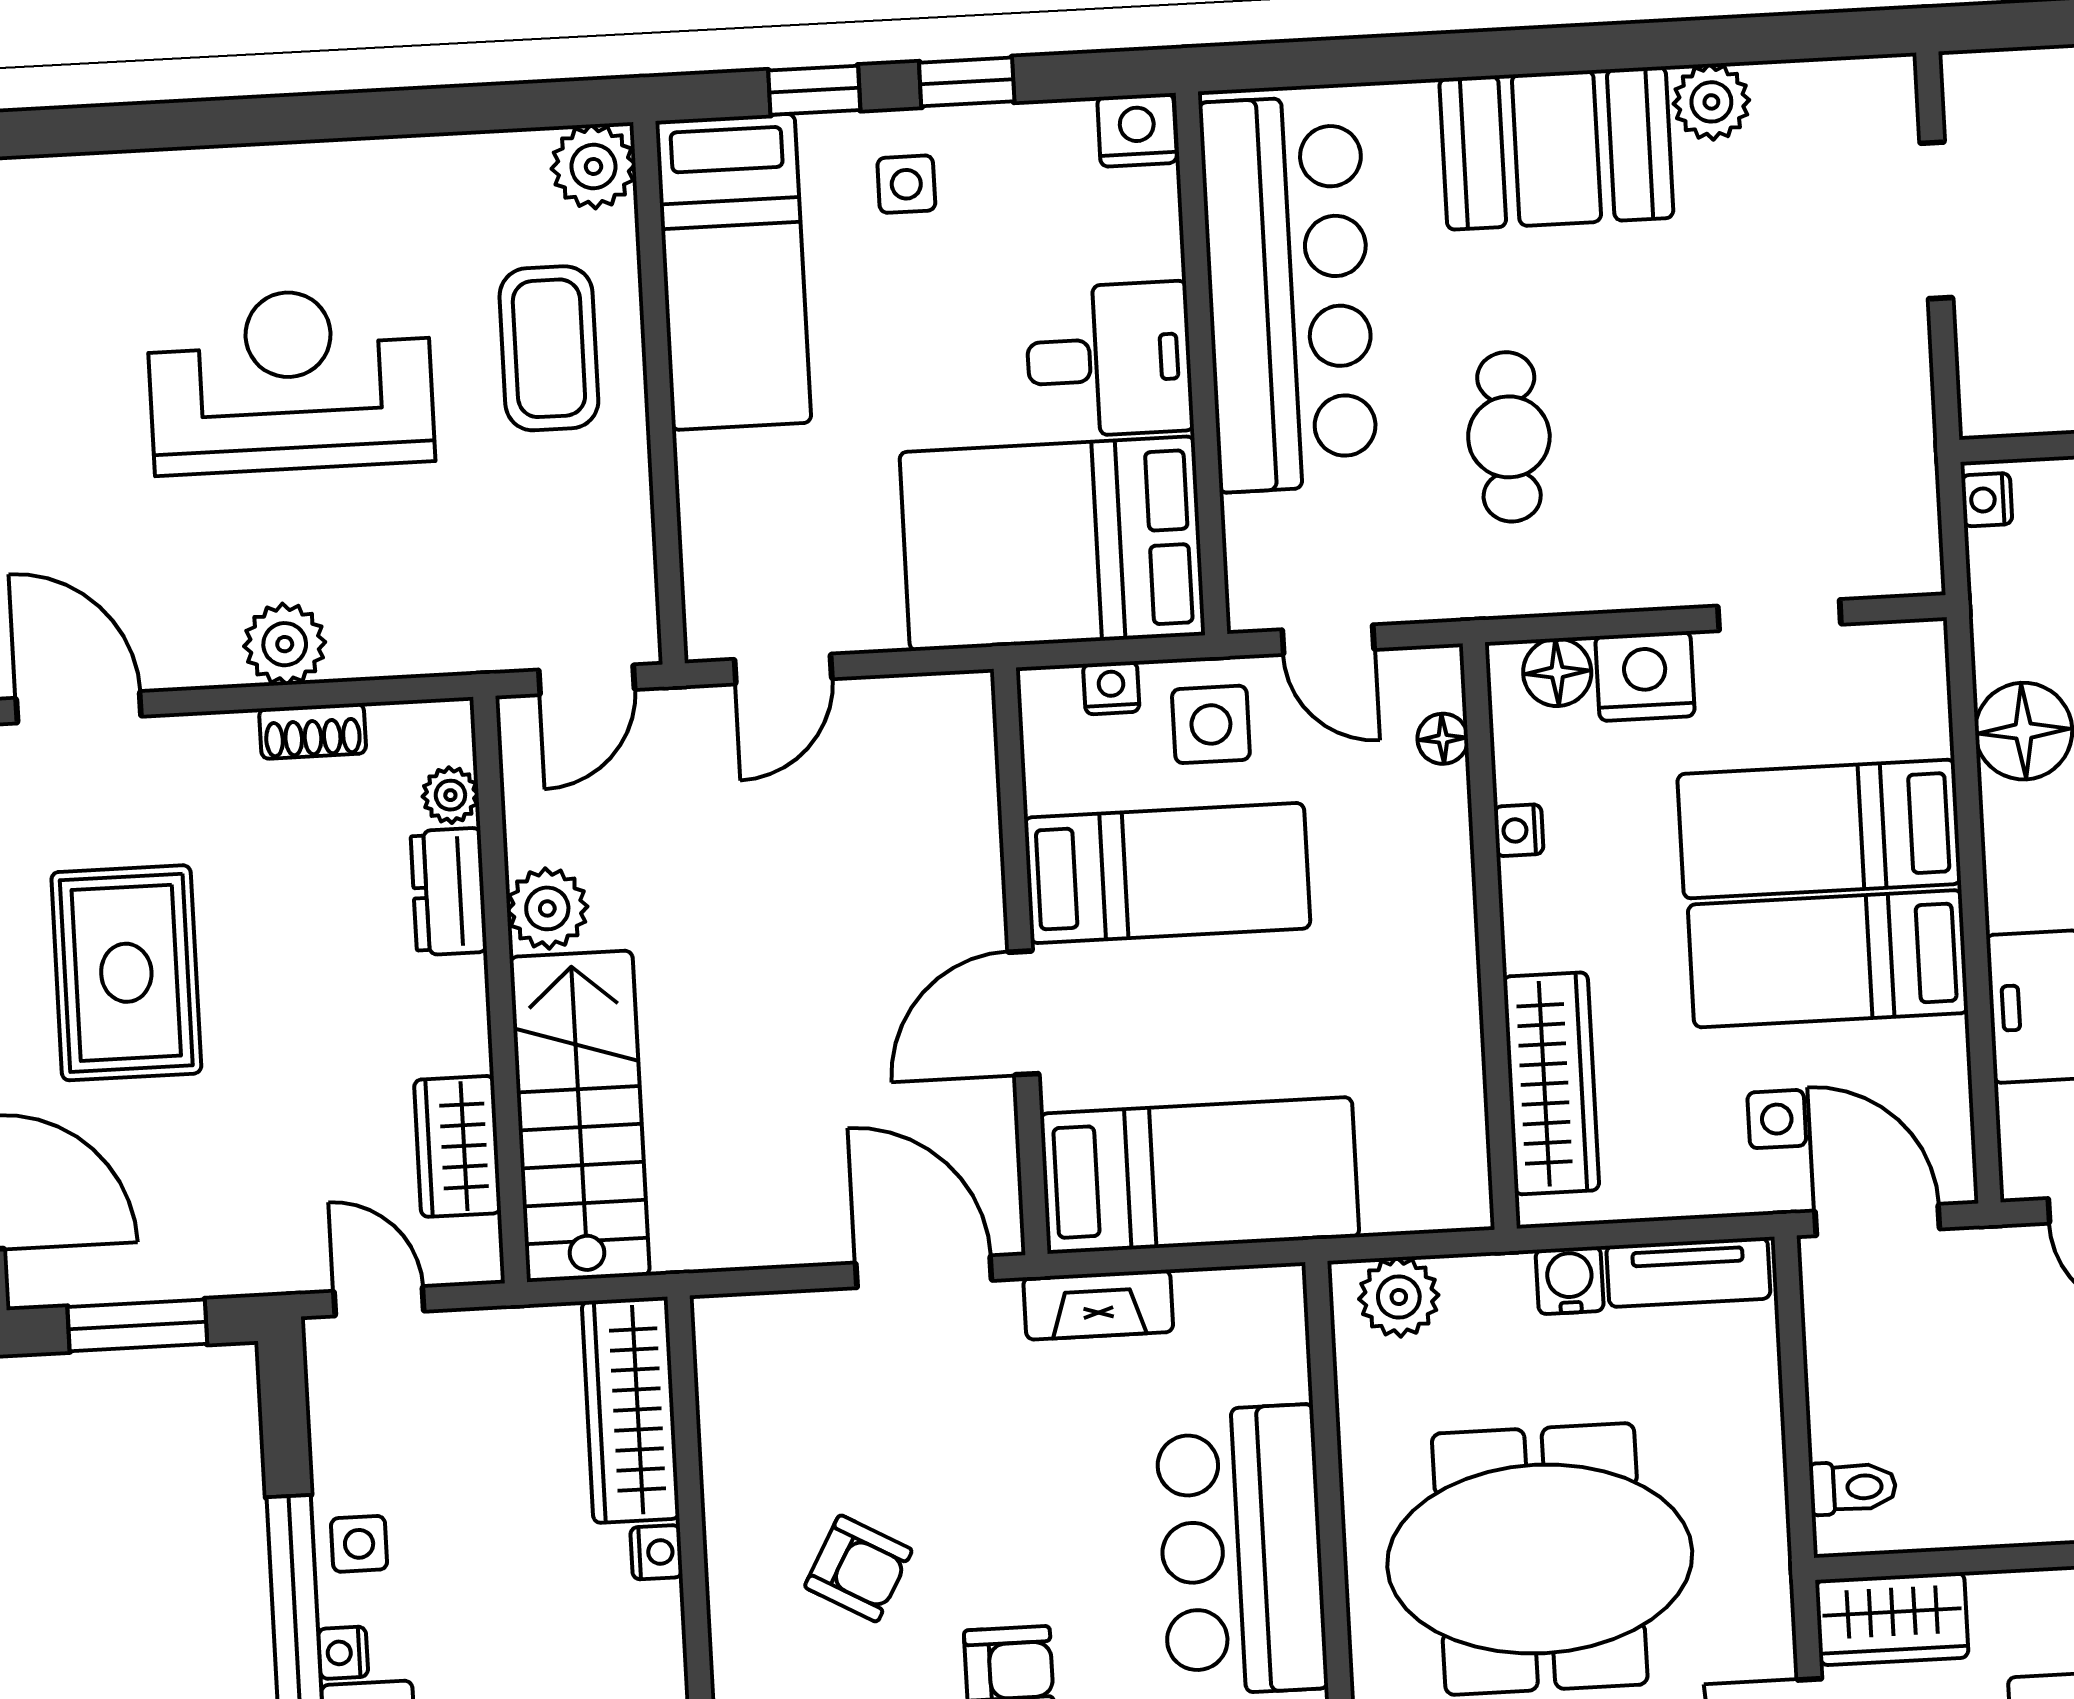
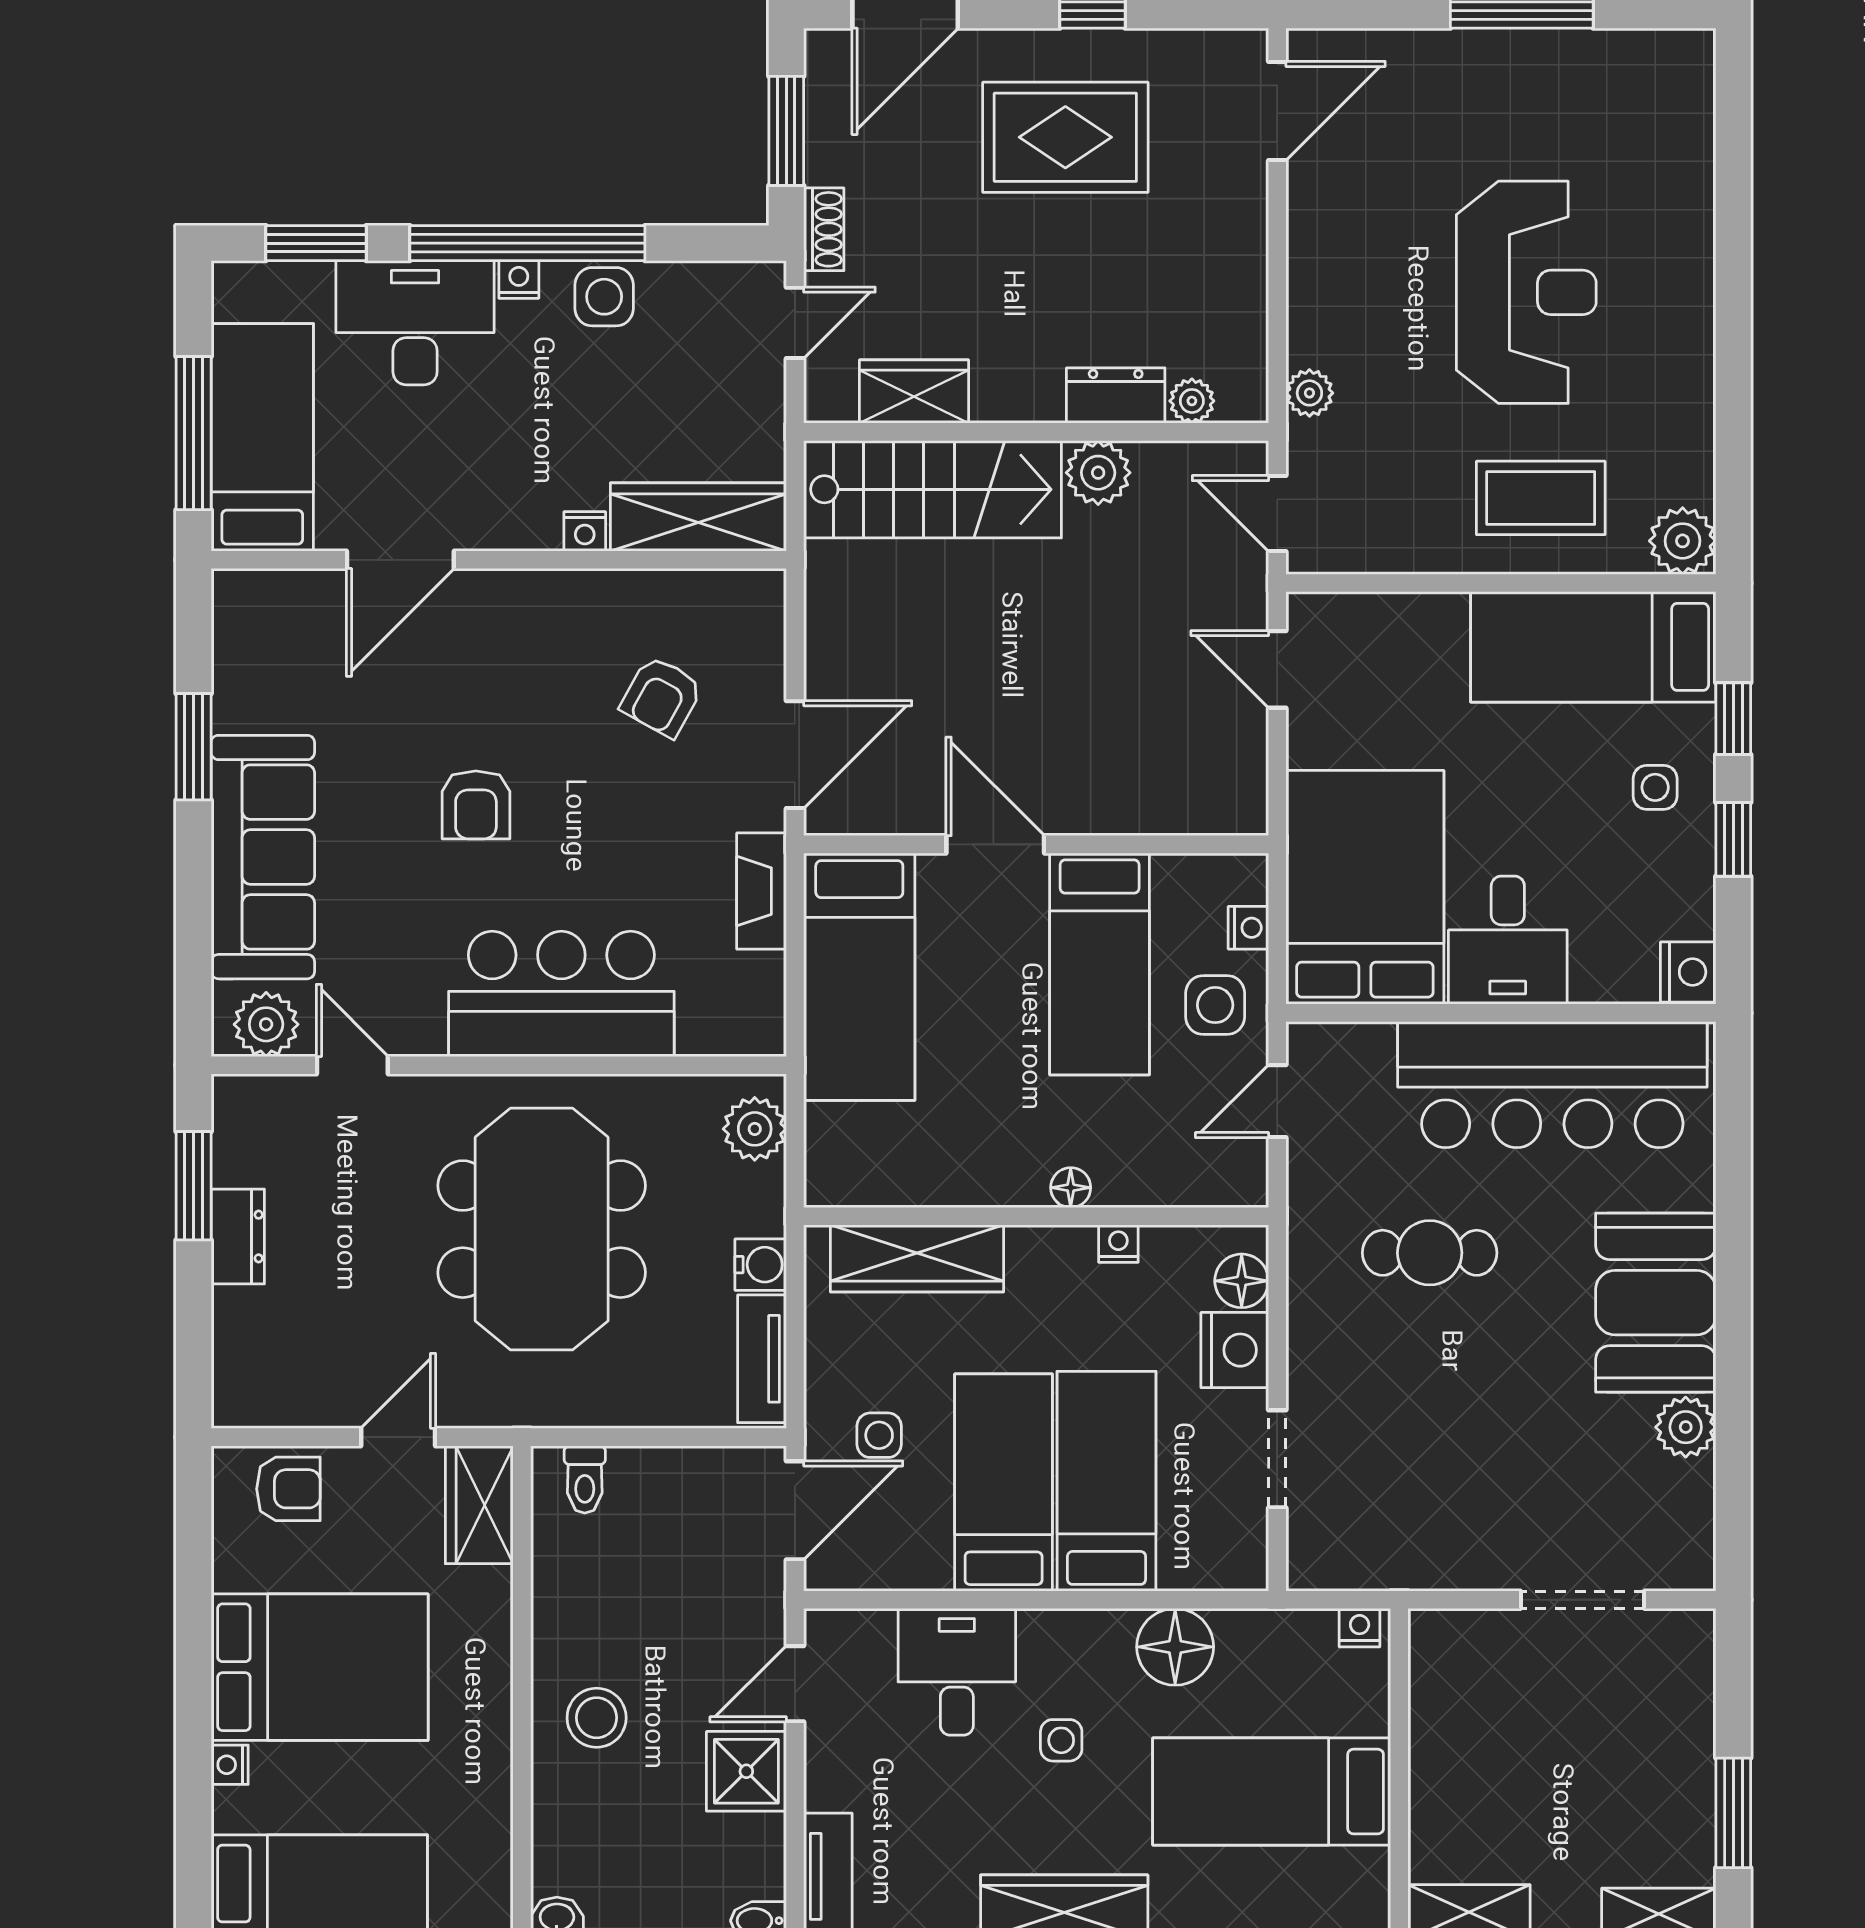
plant: (285, 644) -> (1309, 393), moved, width x0.73, depth x0.73
shoe rack: (313, 731) -> (824, 229), moved, turned 180
floor lamp: (1443, 739) -> (1071, 1188), moved
side table: (359, 1544) -> (604, 297), width x1.37, depth x1.37
armchair: (858, 1568) -> (662, 697), moved

